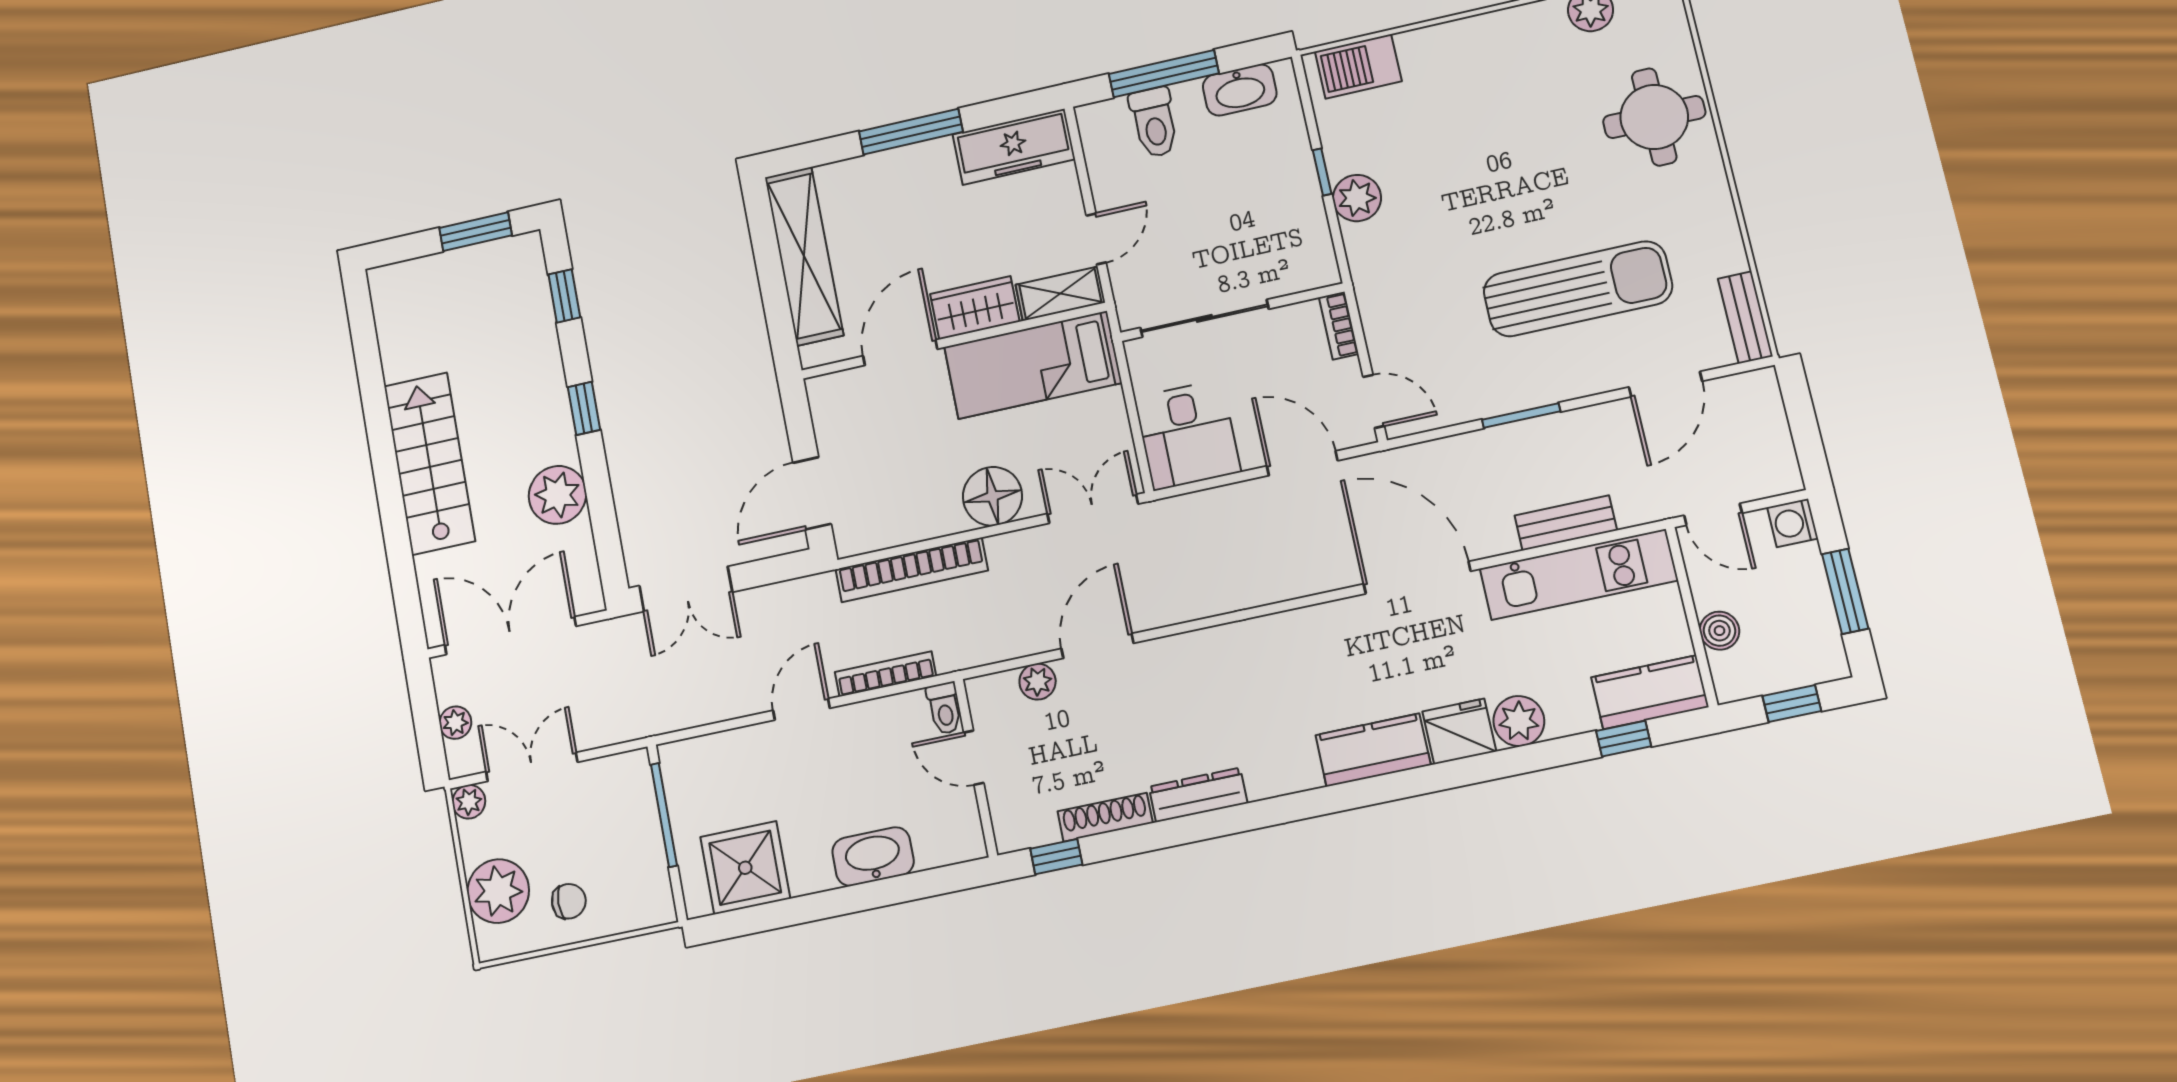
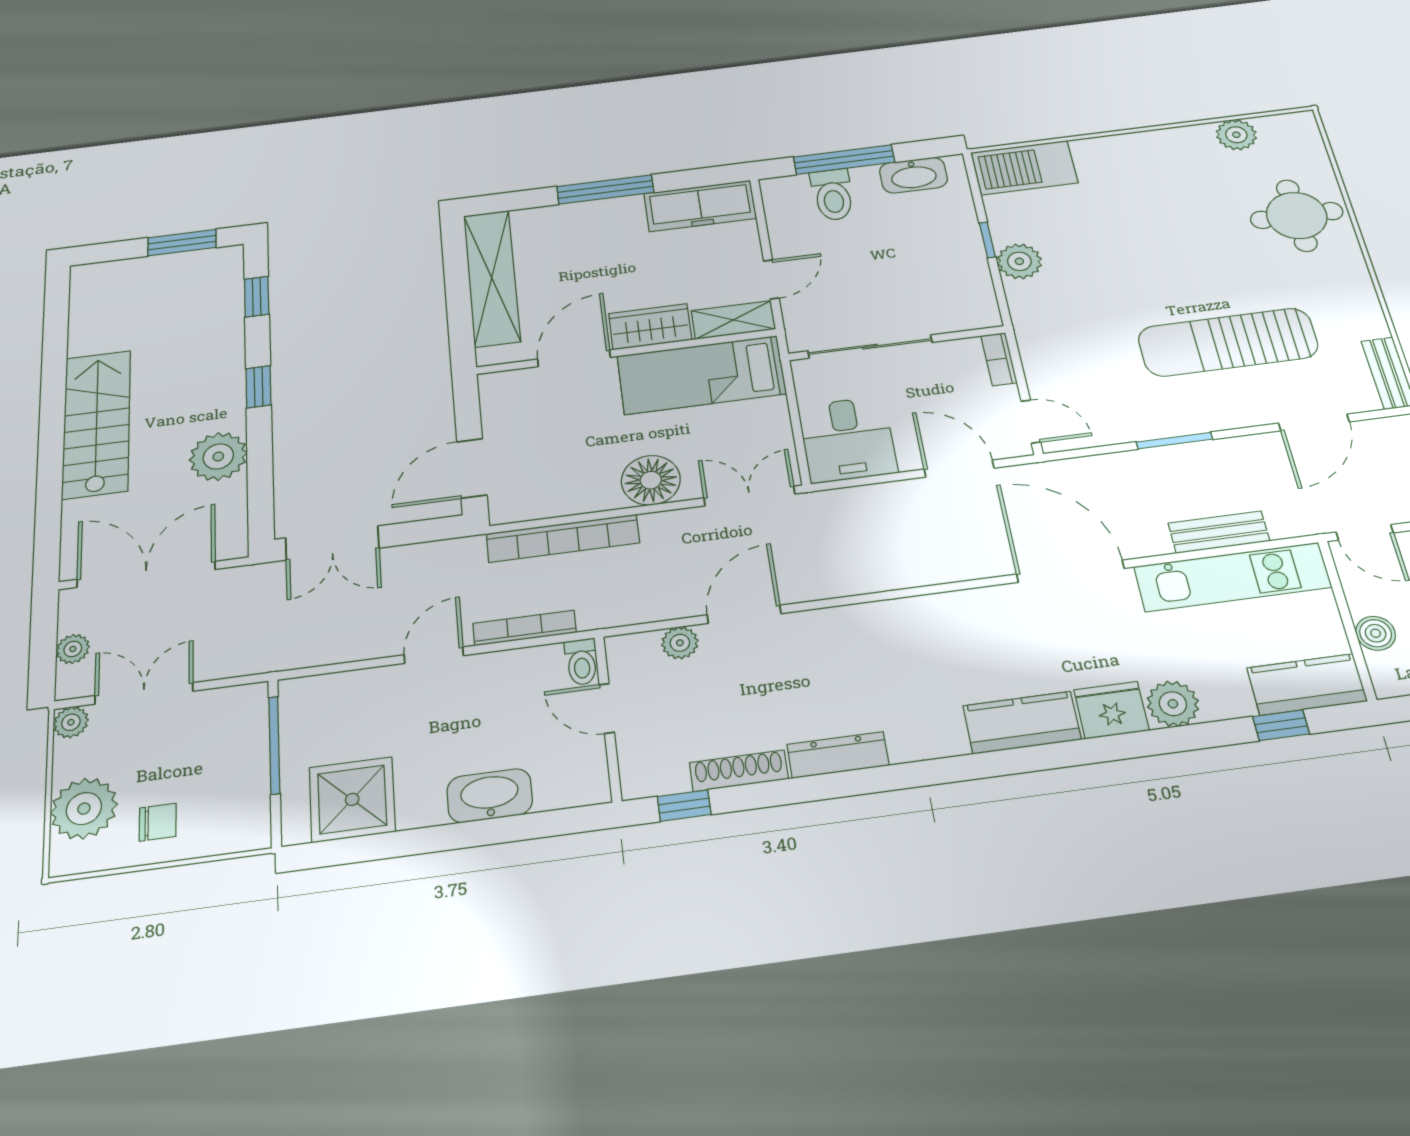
barbecue: (1358, 66) -> (1024, 168), width x1.37, depth x1.21
sun lounger: (1578, 289) -> (1228, 342), turned 180

